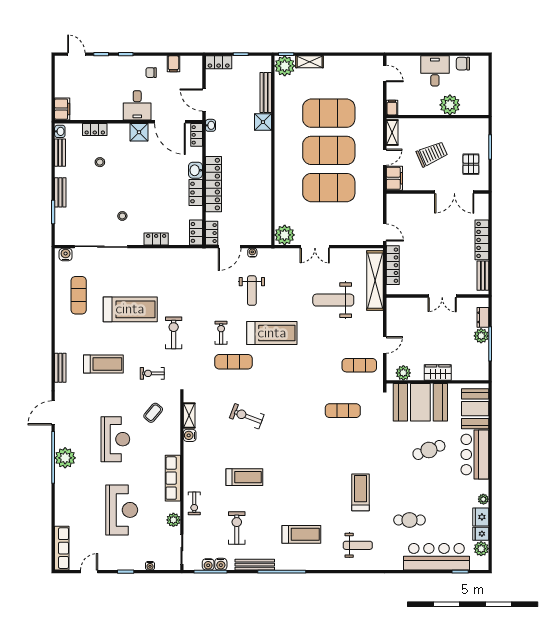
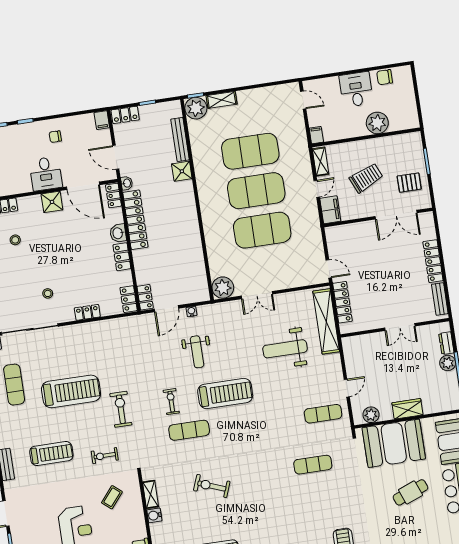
filing cabinet: (173, 64) -> (102, 120), moved
pallet: (471, 164) -> (409, 183), turned 90
locker: (213, 184) -> (135, 220), moved

